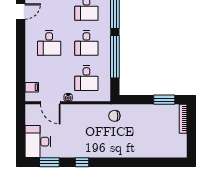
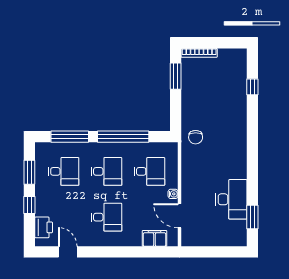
filing cabinet: (32, 87) -> (154, 238), width x2.00
door: (50, 103) -> (180, 216), swing flipped
desk: (38, 142) -> (231, 199), moved, turned -90
window: (82, 162) -> (252, 87), moved

